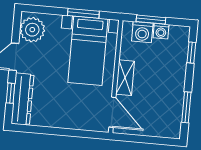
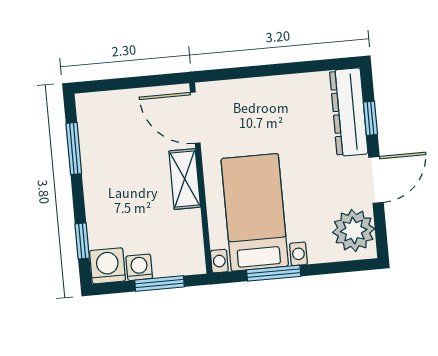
washing machine: (142, 32) -> (108, 266), moved

